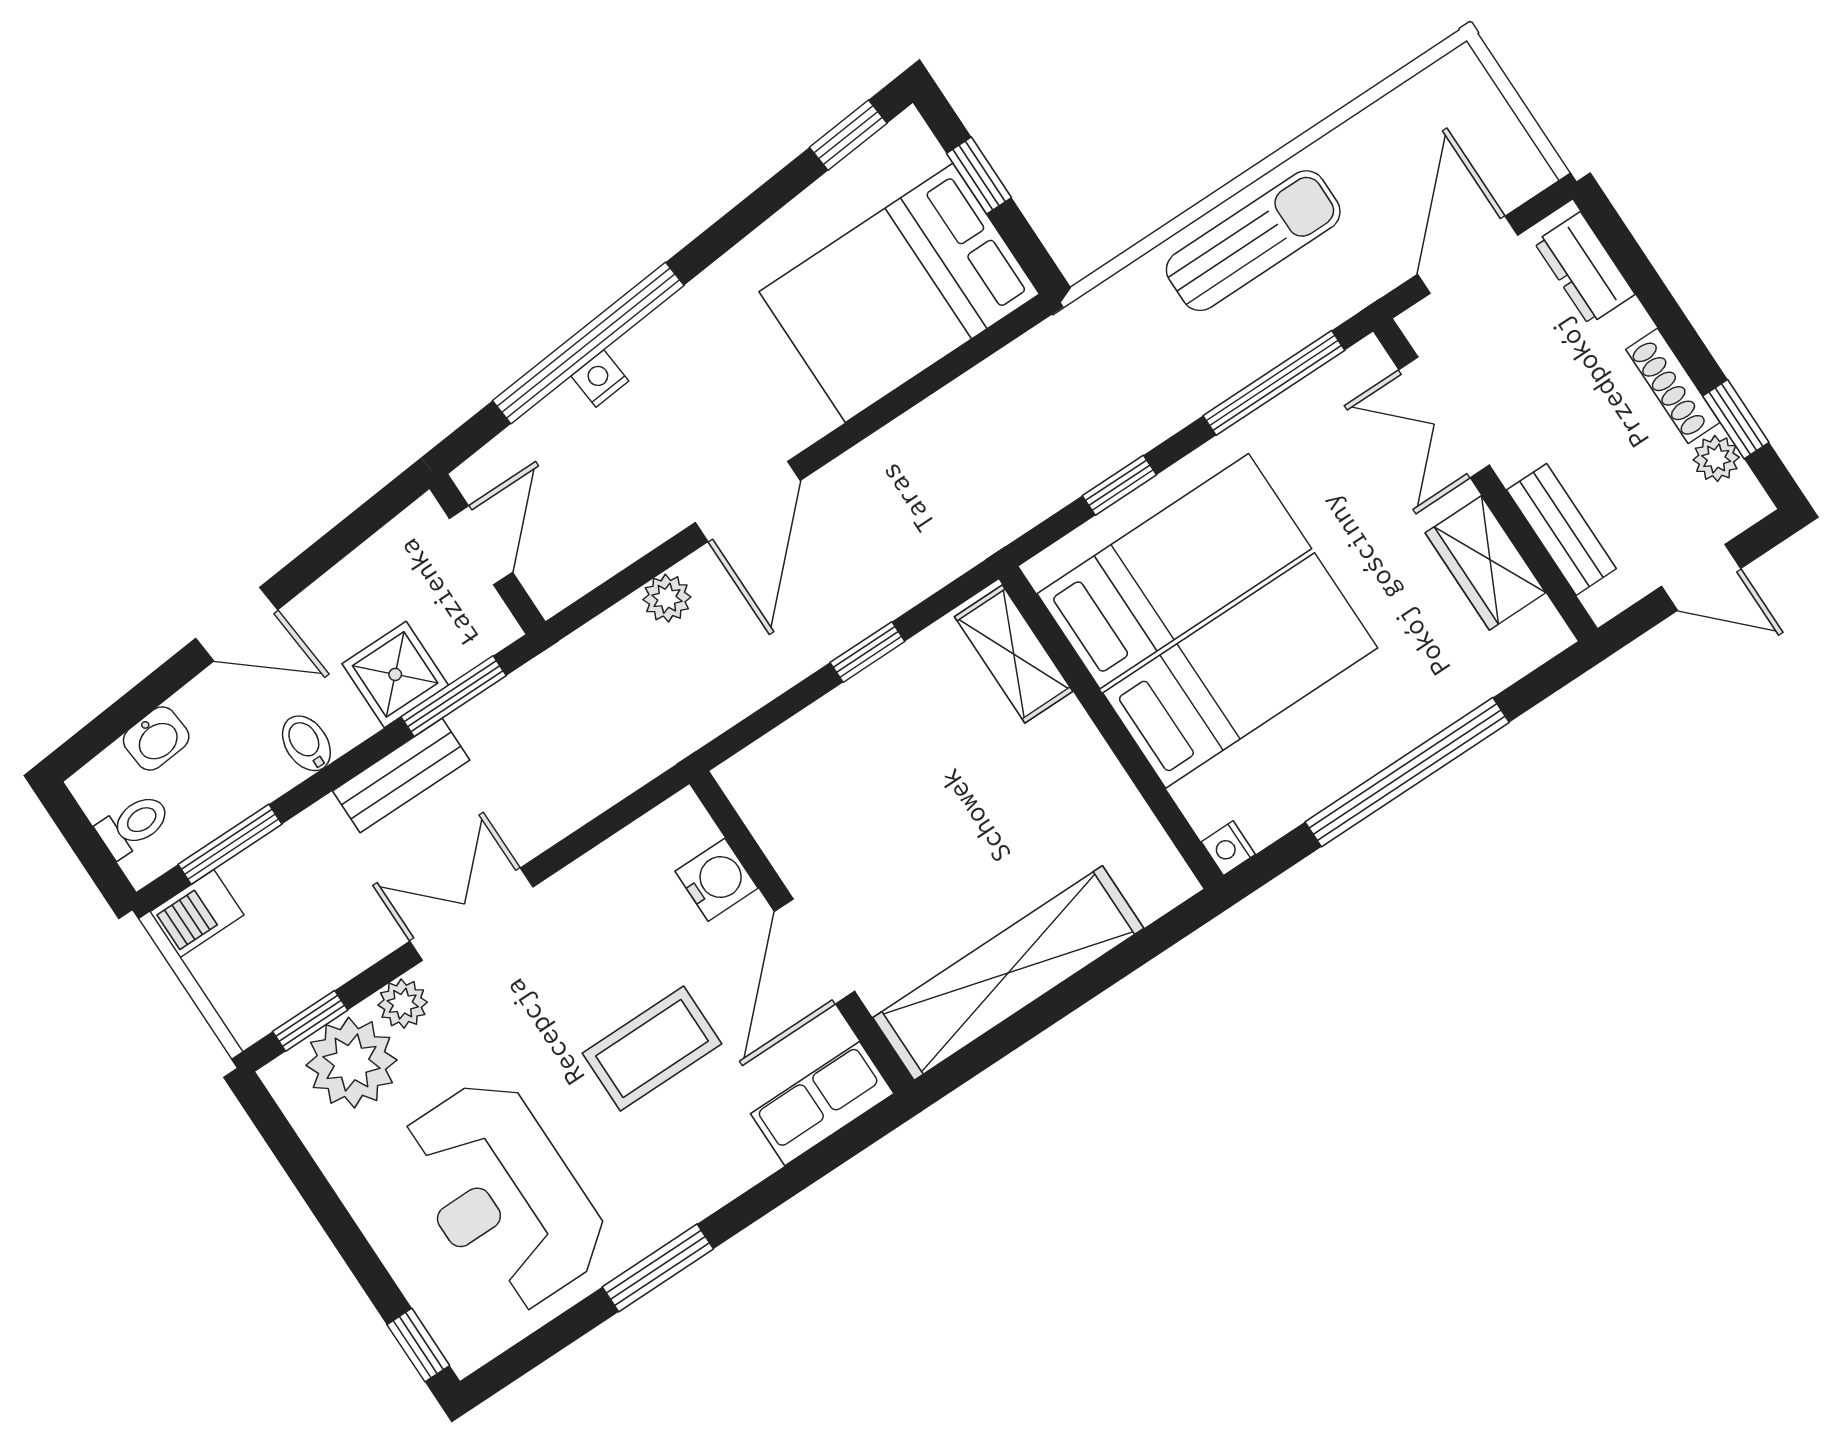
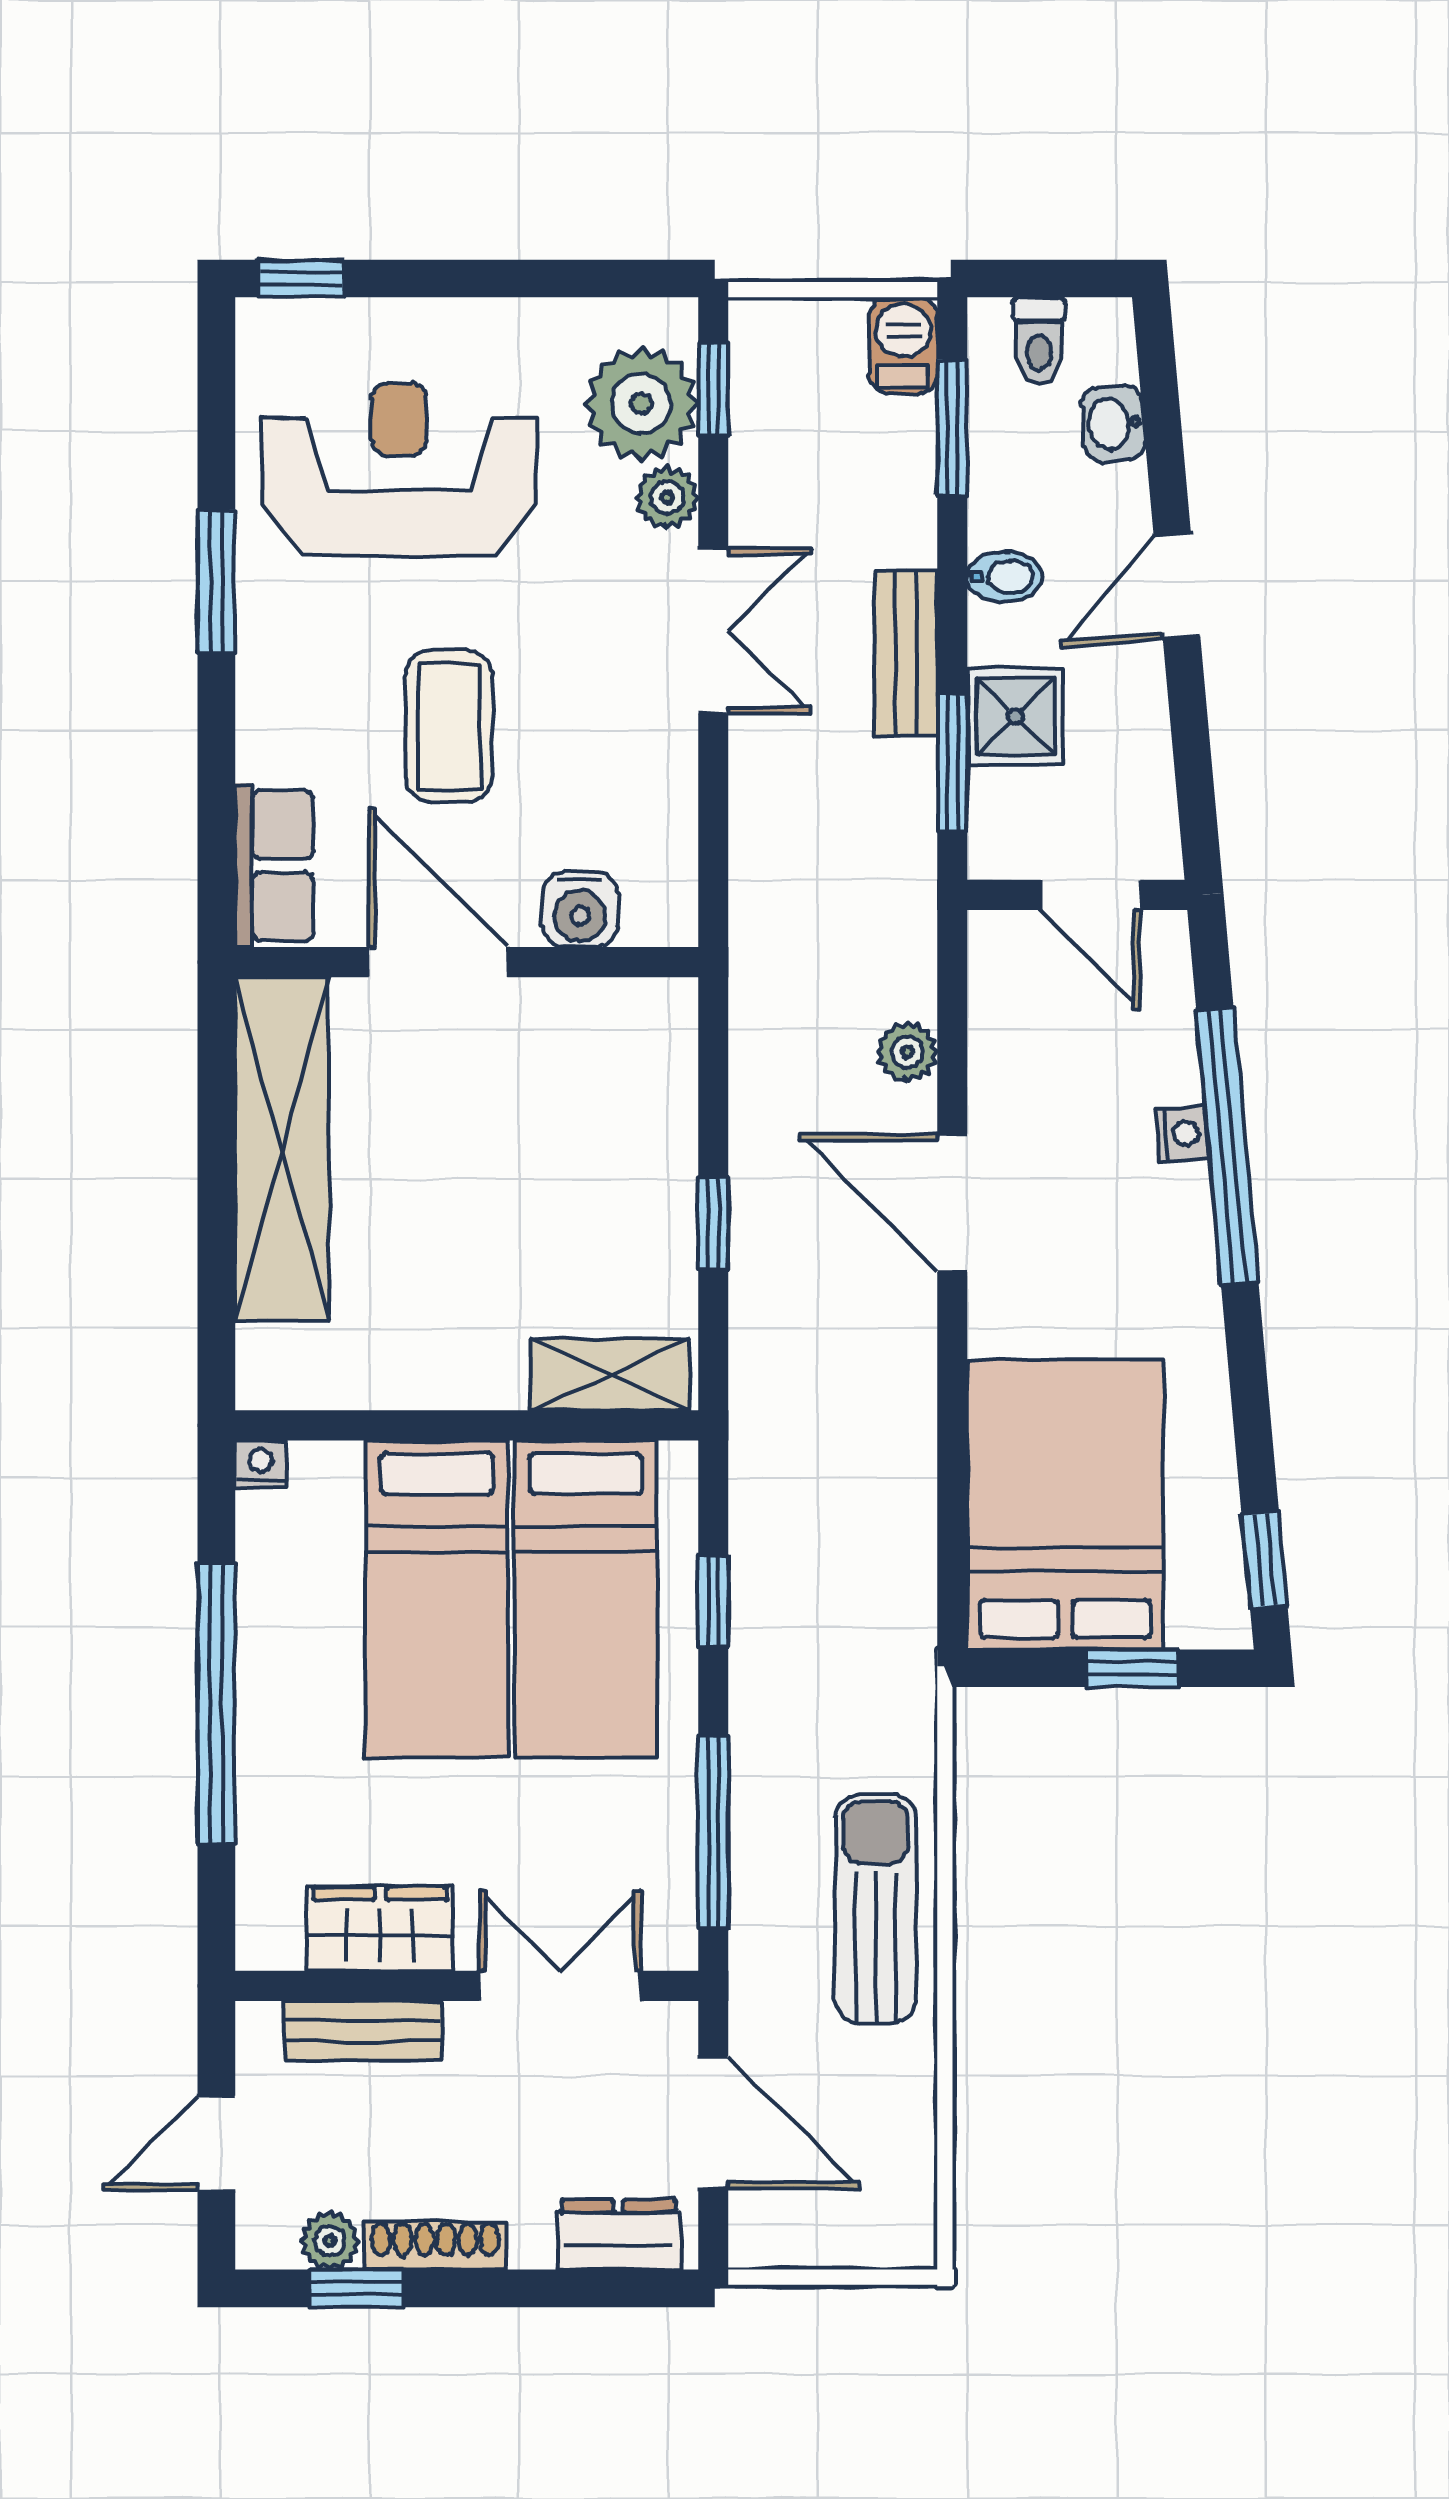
sun lounger: (1253, 241) -> (876, 1909), turned 180

